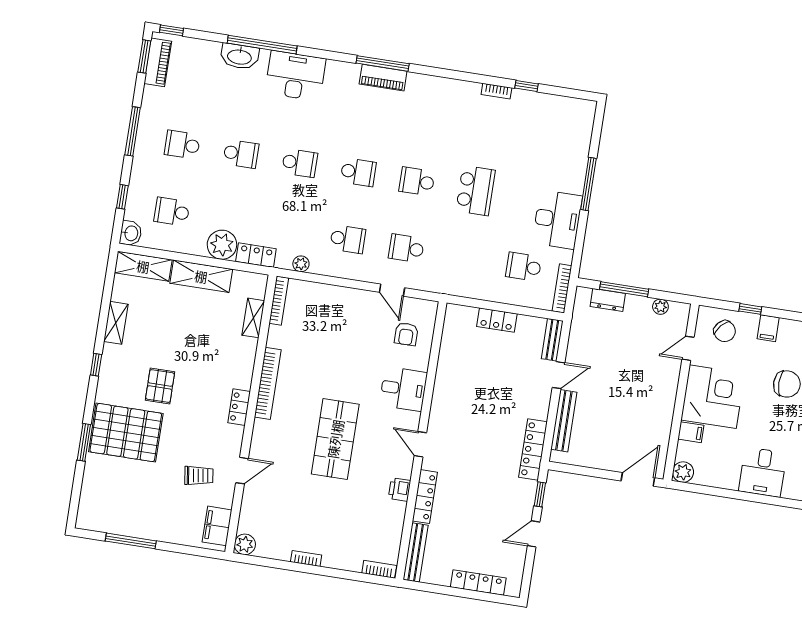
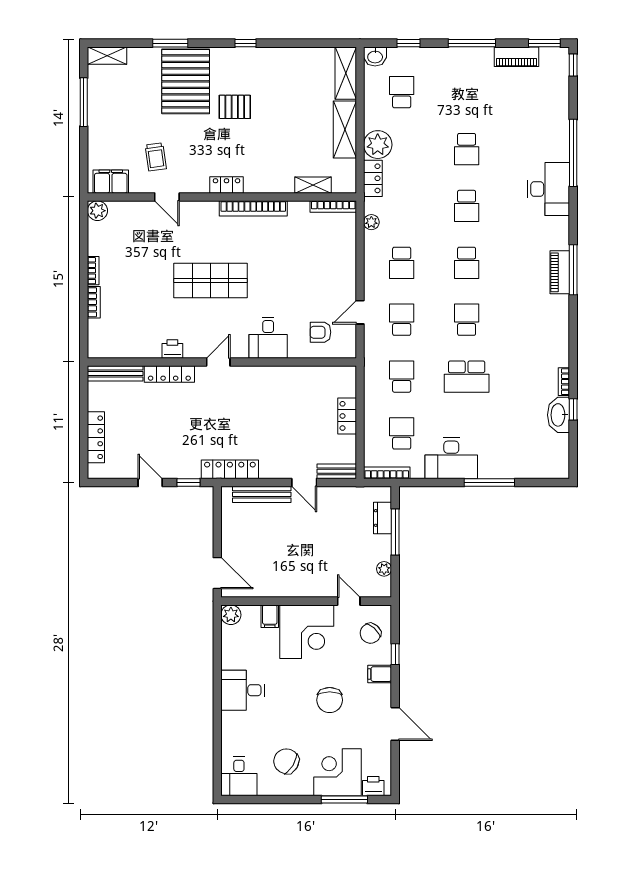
washbasin: (240, 56) -> (559, 415), moved
piano: (158, 62) -> (517, 57), moved
school desk: (182, 145) -> (402, 377), moved
shelving: (116, 323) -> (107, 56), moved
bookcase: (379, 569) -> (94, 302), moved

